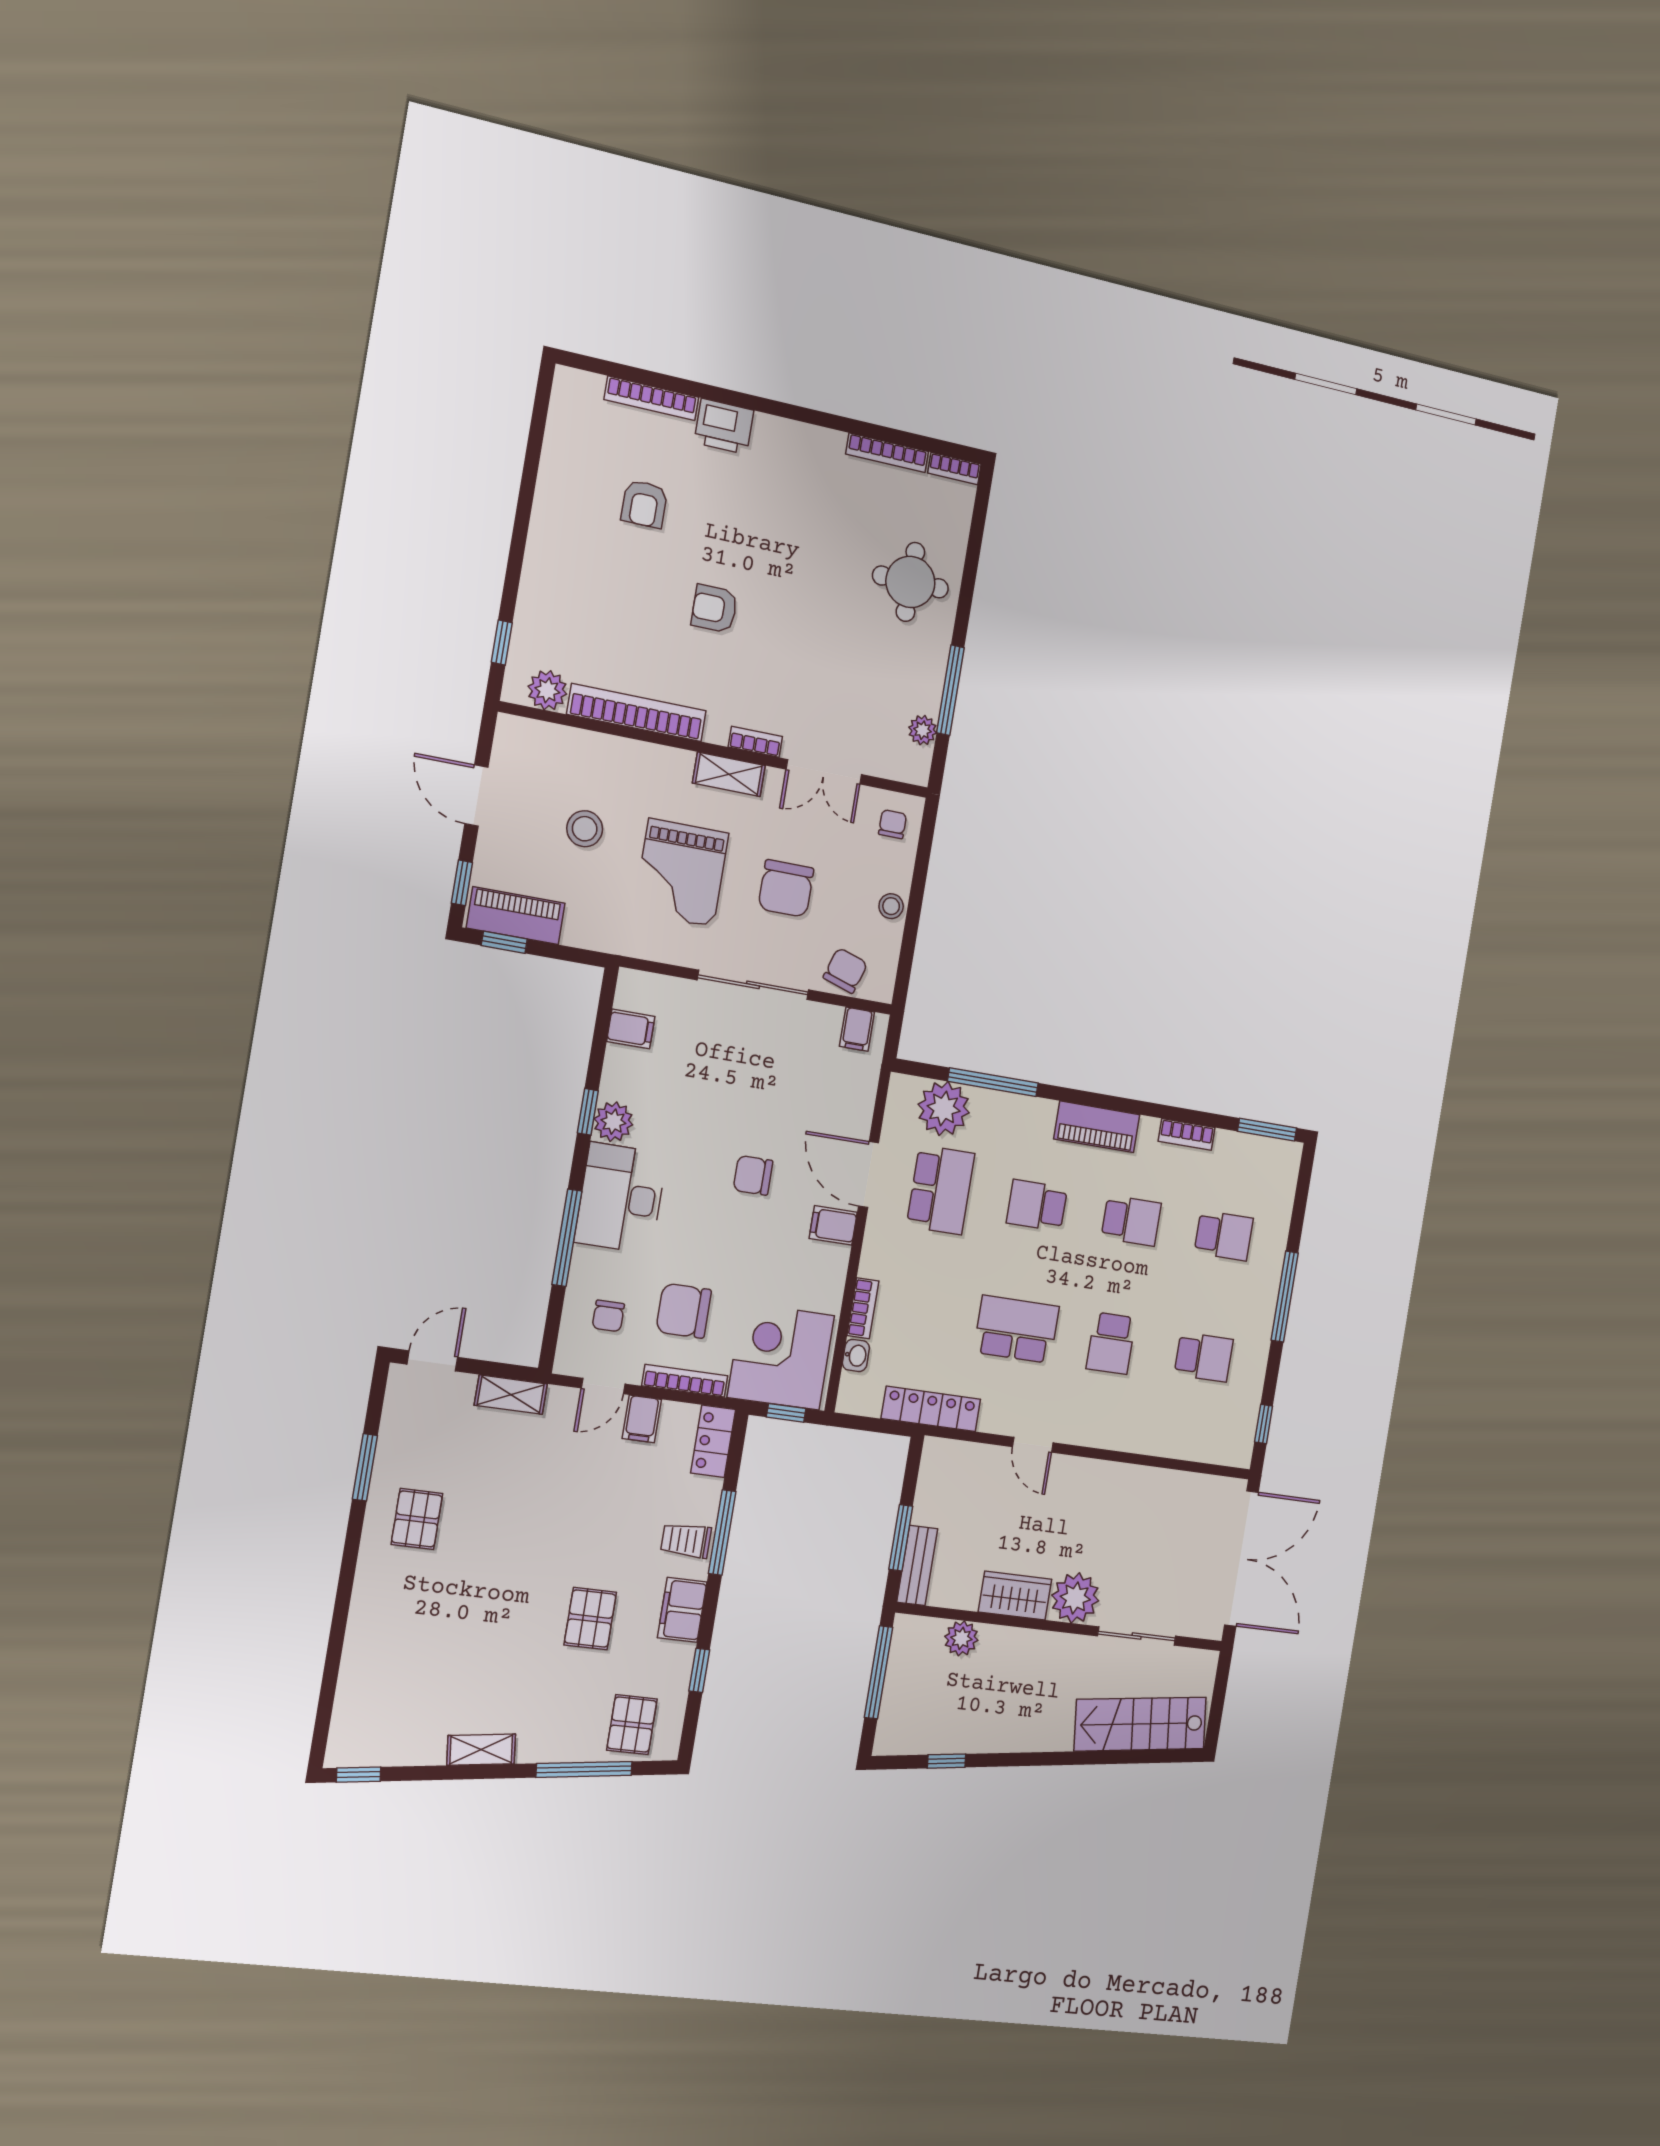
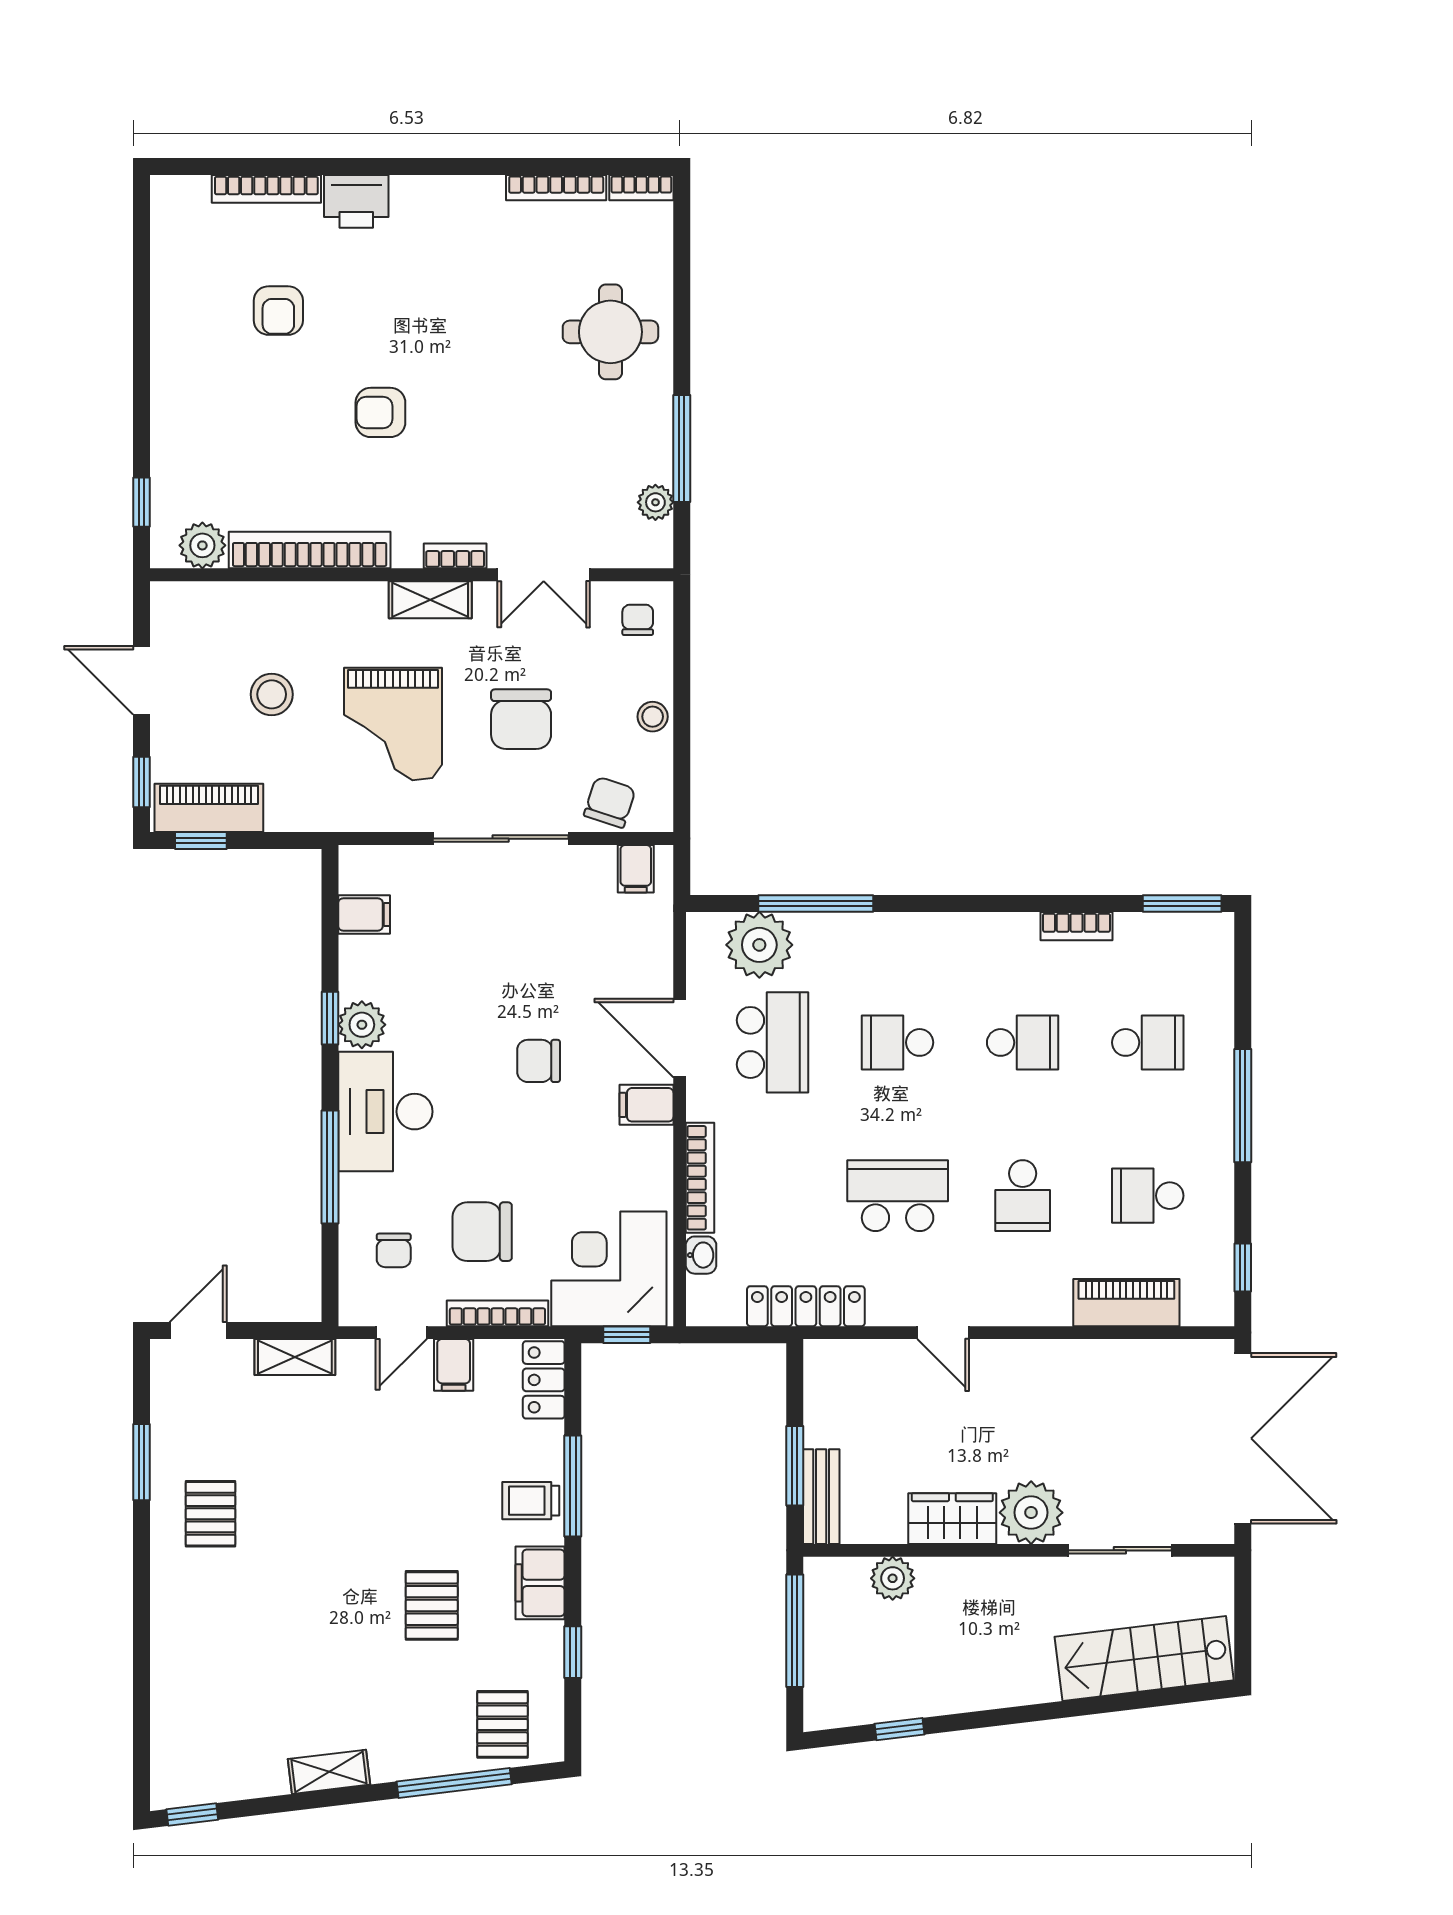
piano: (1097, 1127) -> (1126, 1303), moved, turned 180
bookcase: (863, 1308) -> (700, 1178), width x1.56
school desk: (1204, 1357) -> (1148, 1196), turned 180

